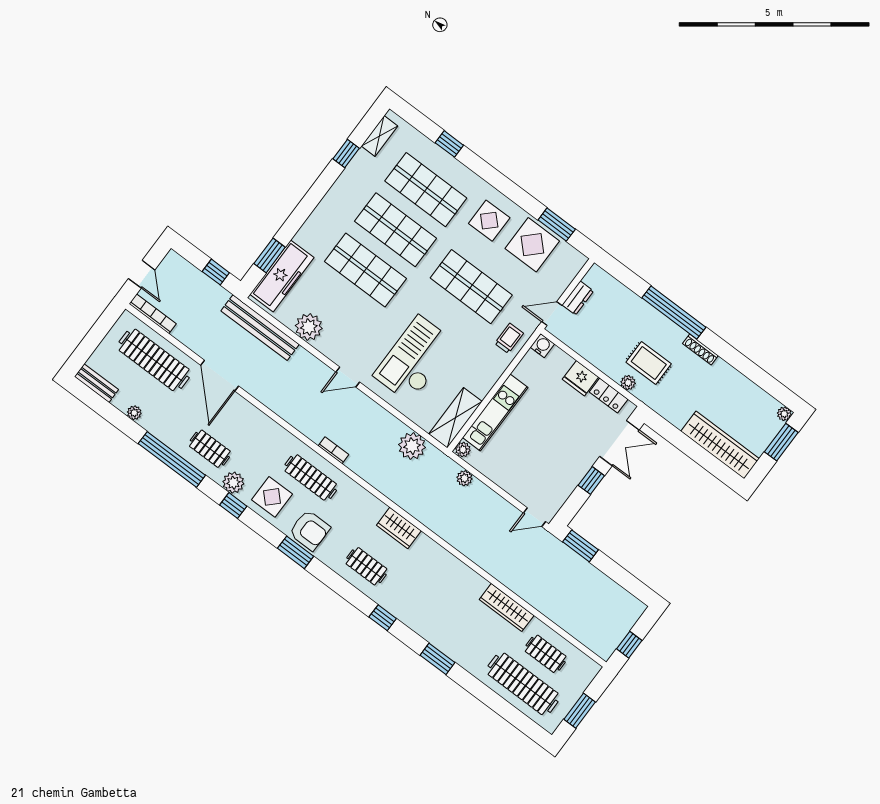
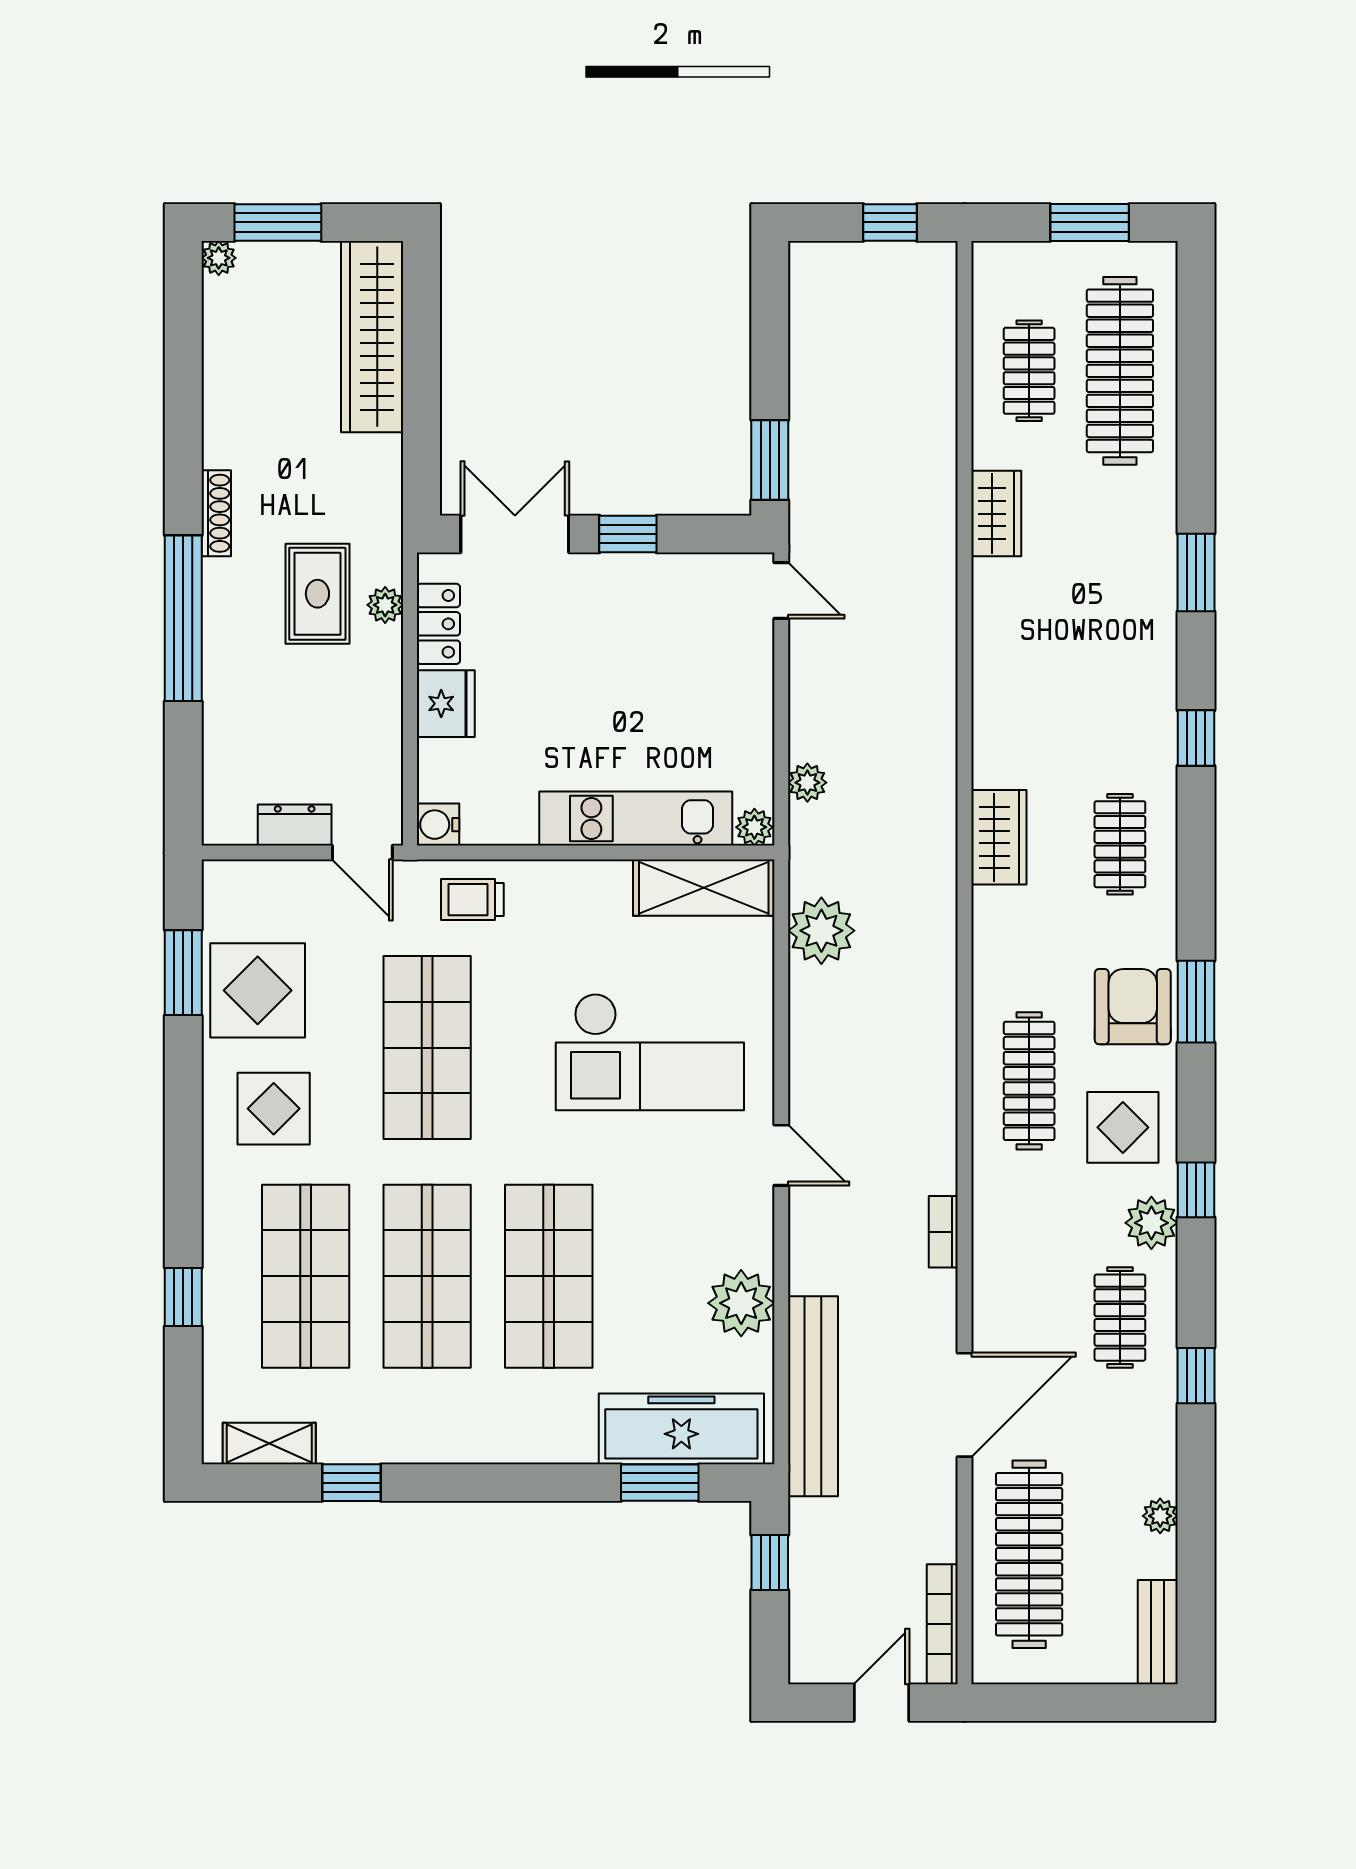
bookcase: (334, 450) -> (943, 1232), moved
window: (172, 459) -> (1196, 1376), width x0.32
wardrobe: (507, 607) -> (996, 514), width x0.67

